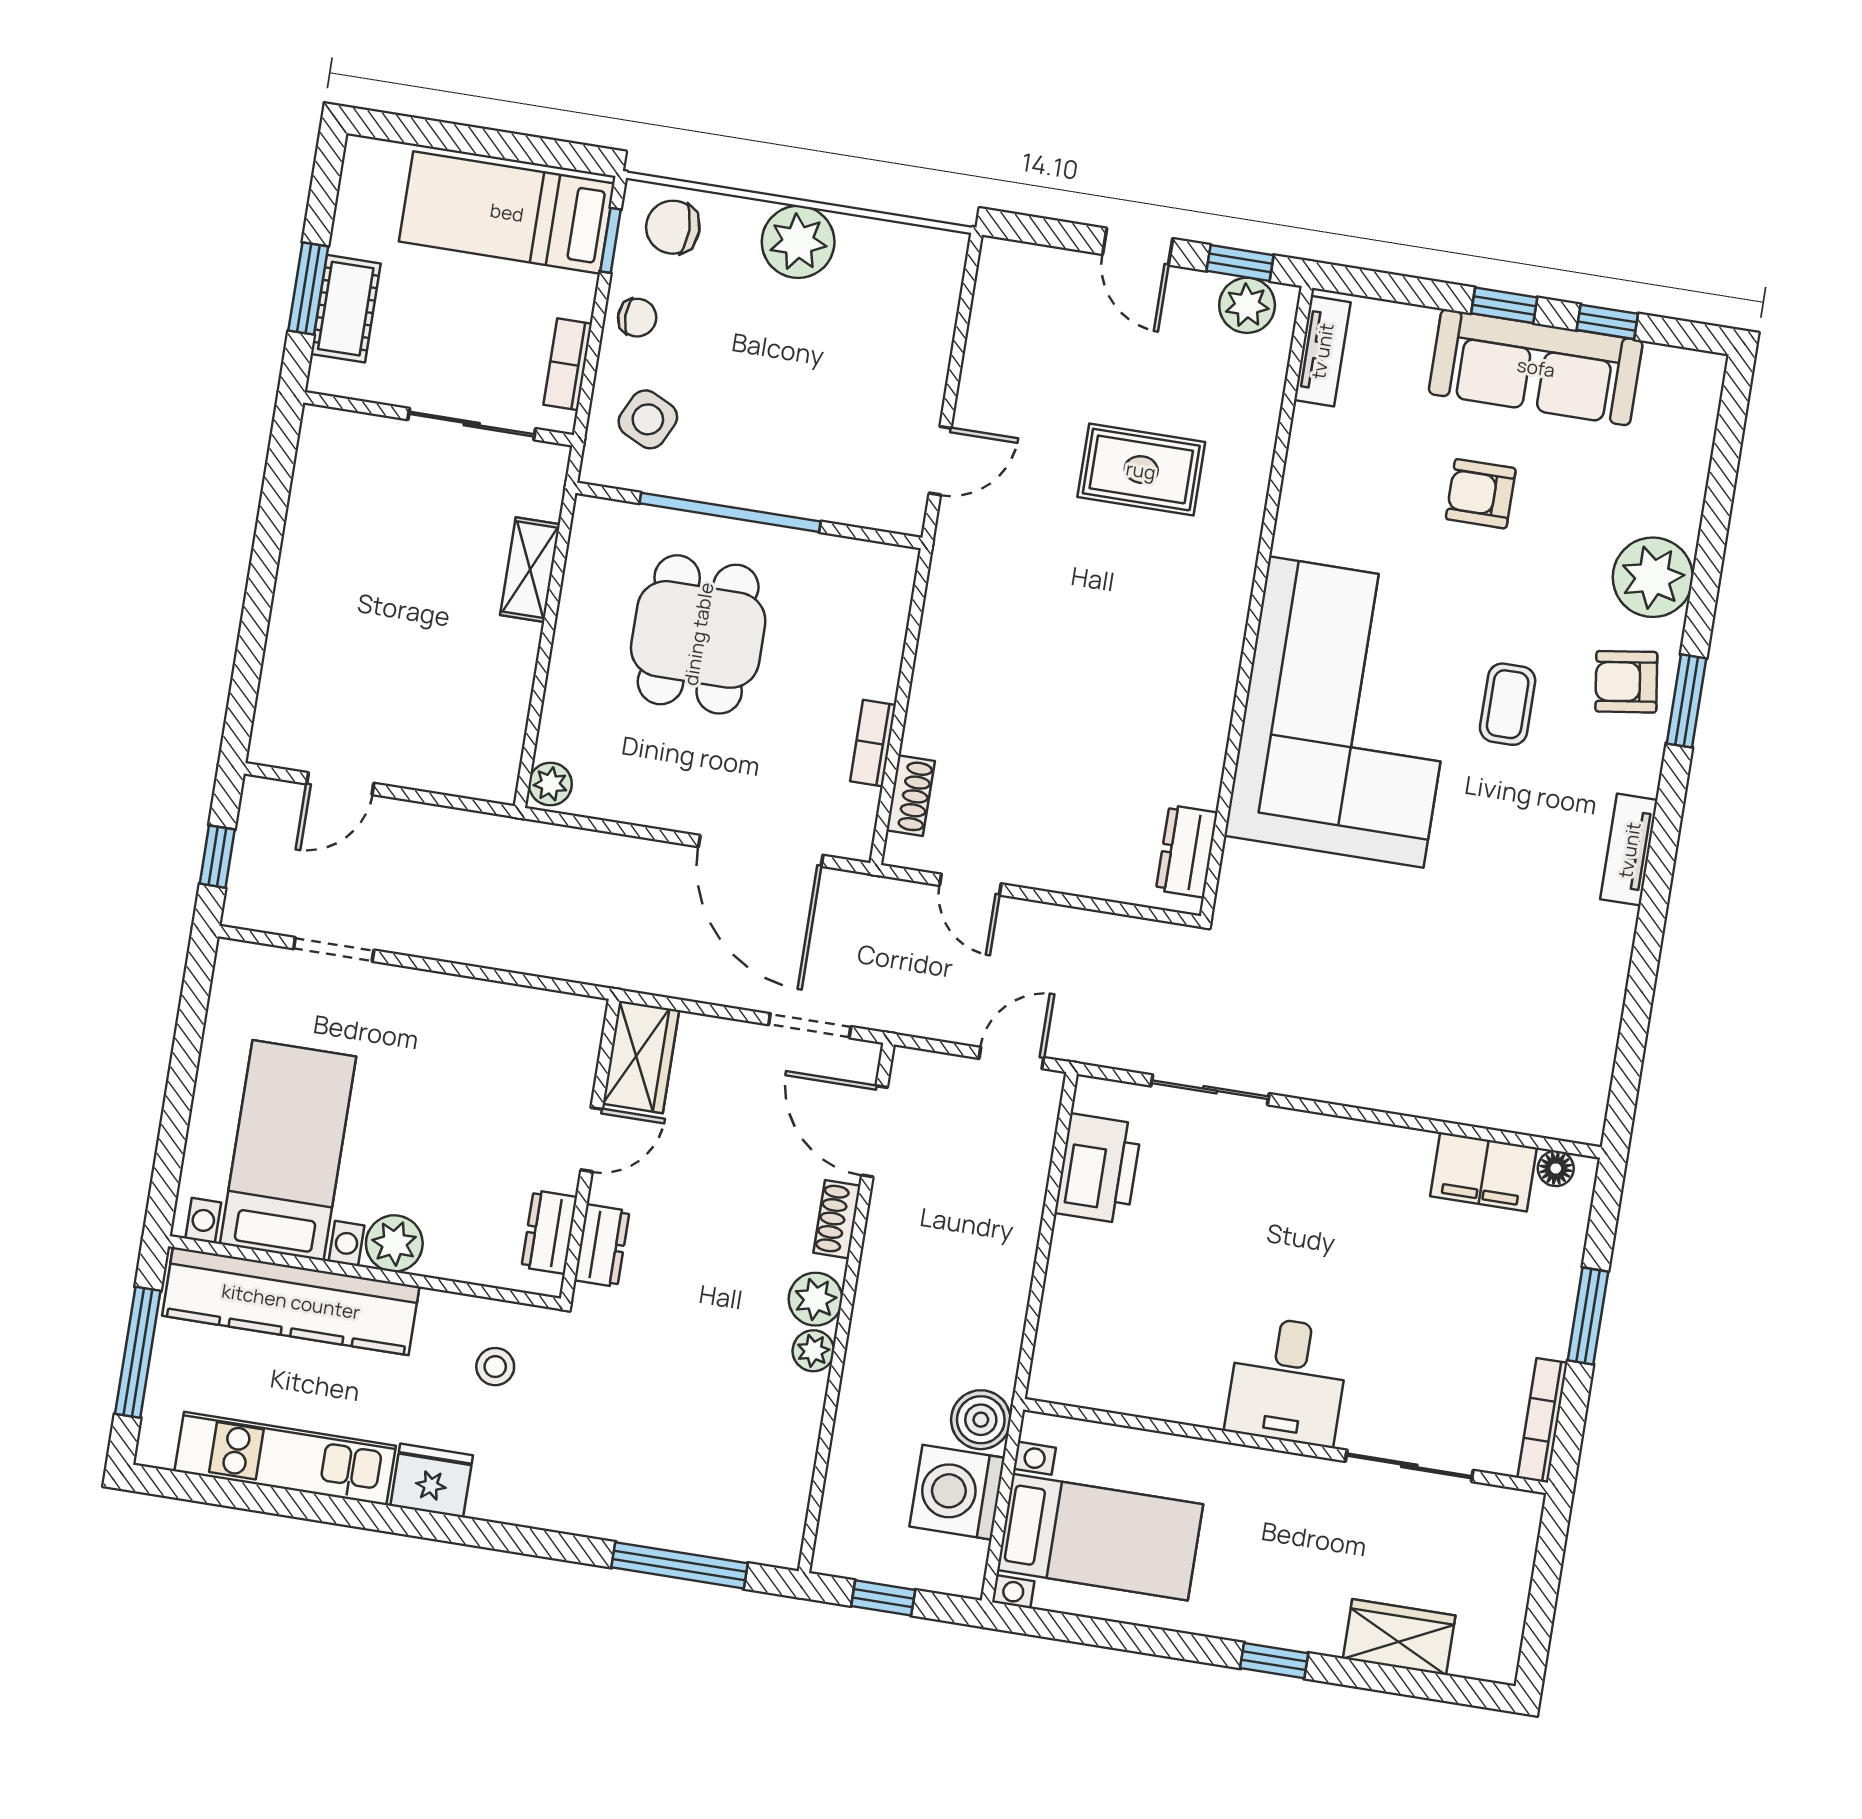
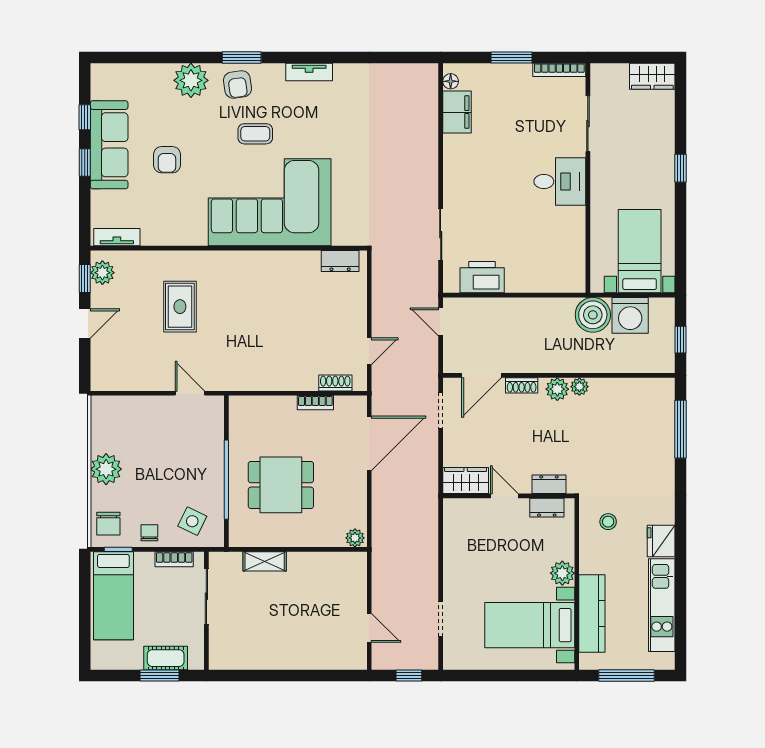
kitchen counter: (291, 1301) -> (592, 614), width x0.72, depth x0.86
boiler: (981, 1420) -> (593, 315), width x1.37, depth x1.37
wardrobe: (1399, 1637) -> (652, 76), moved, turned -90

